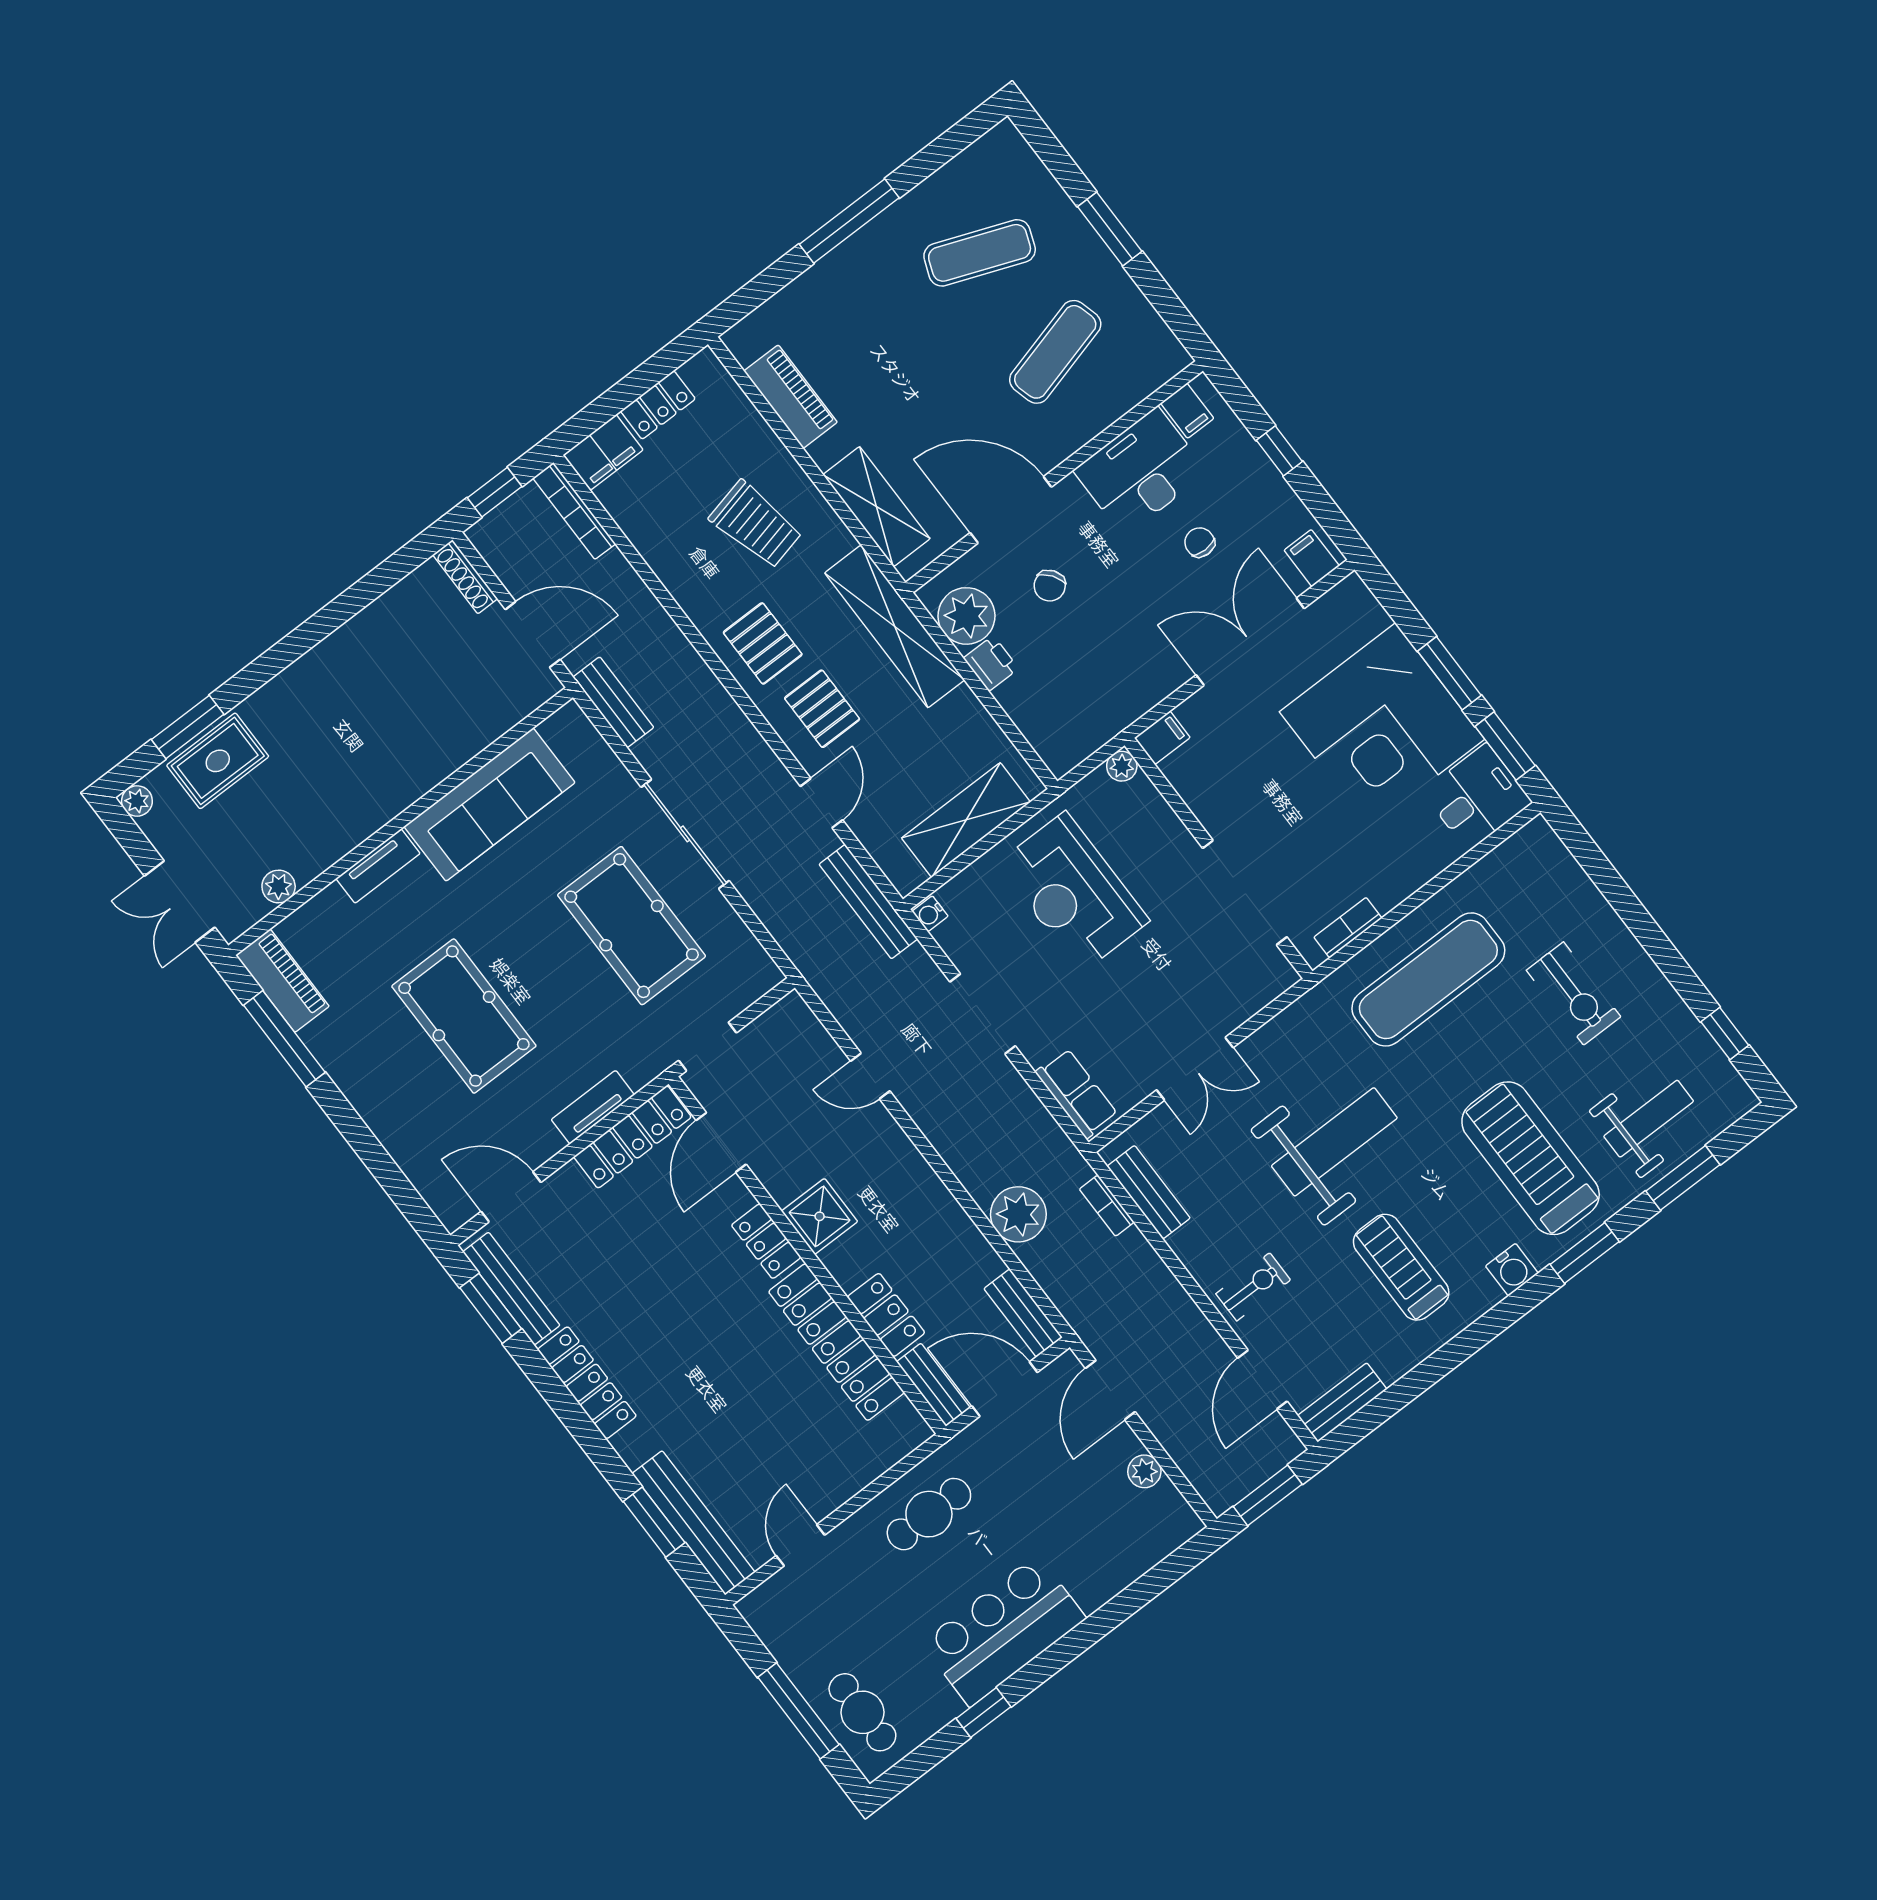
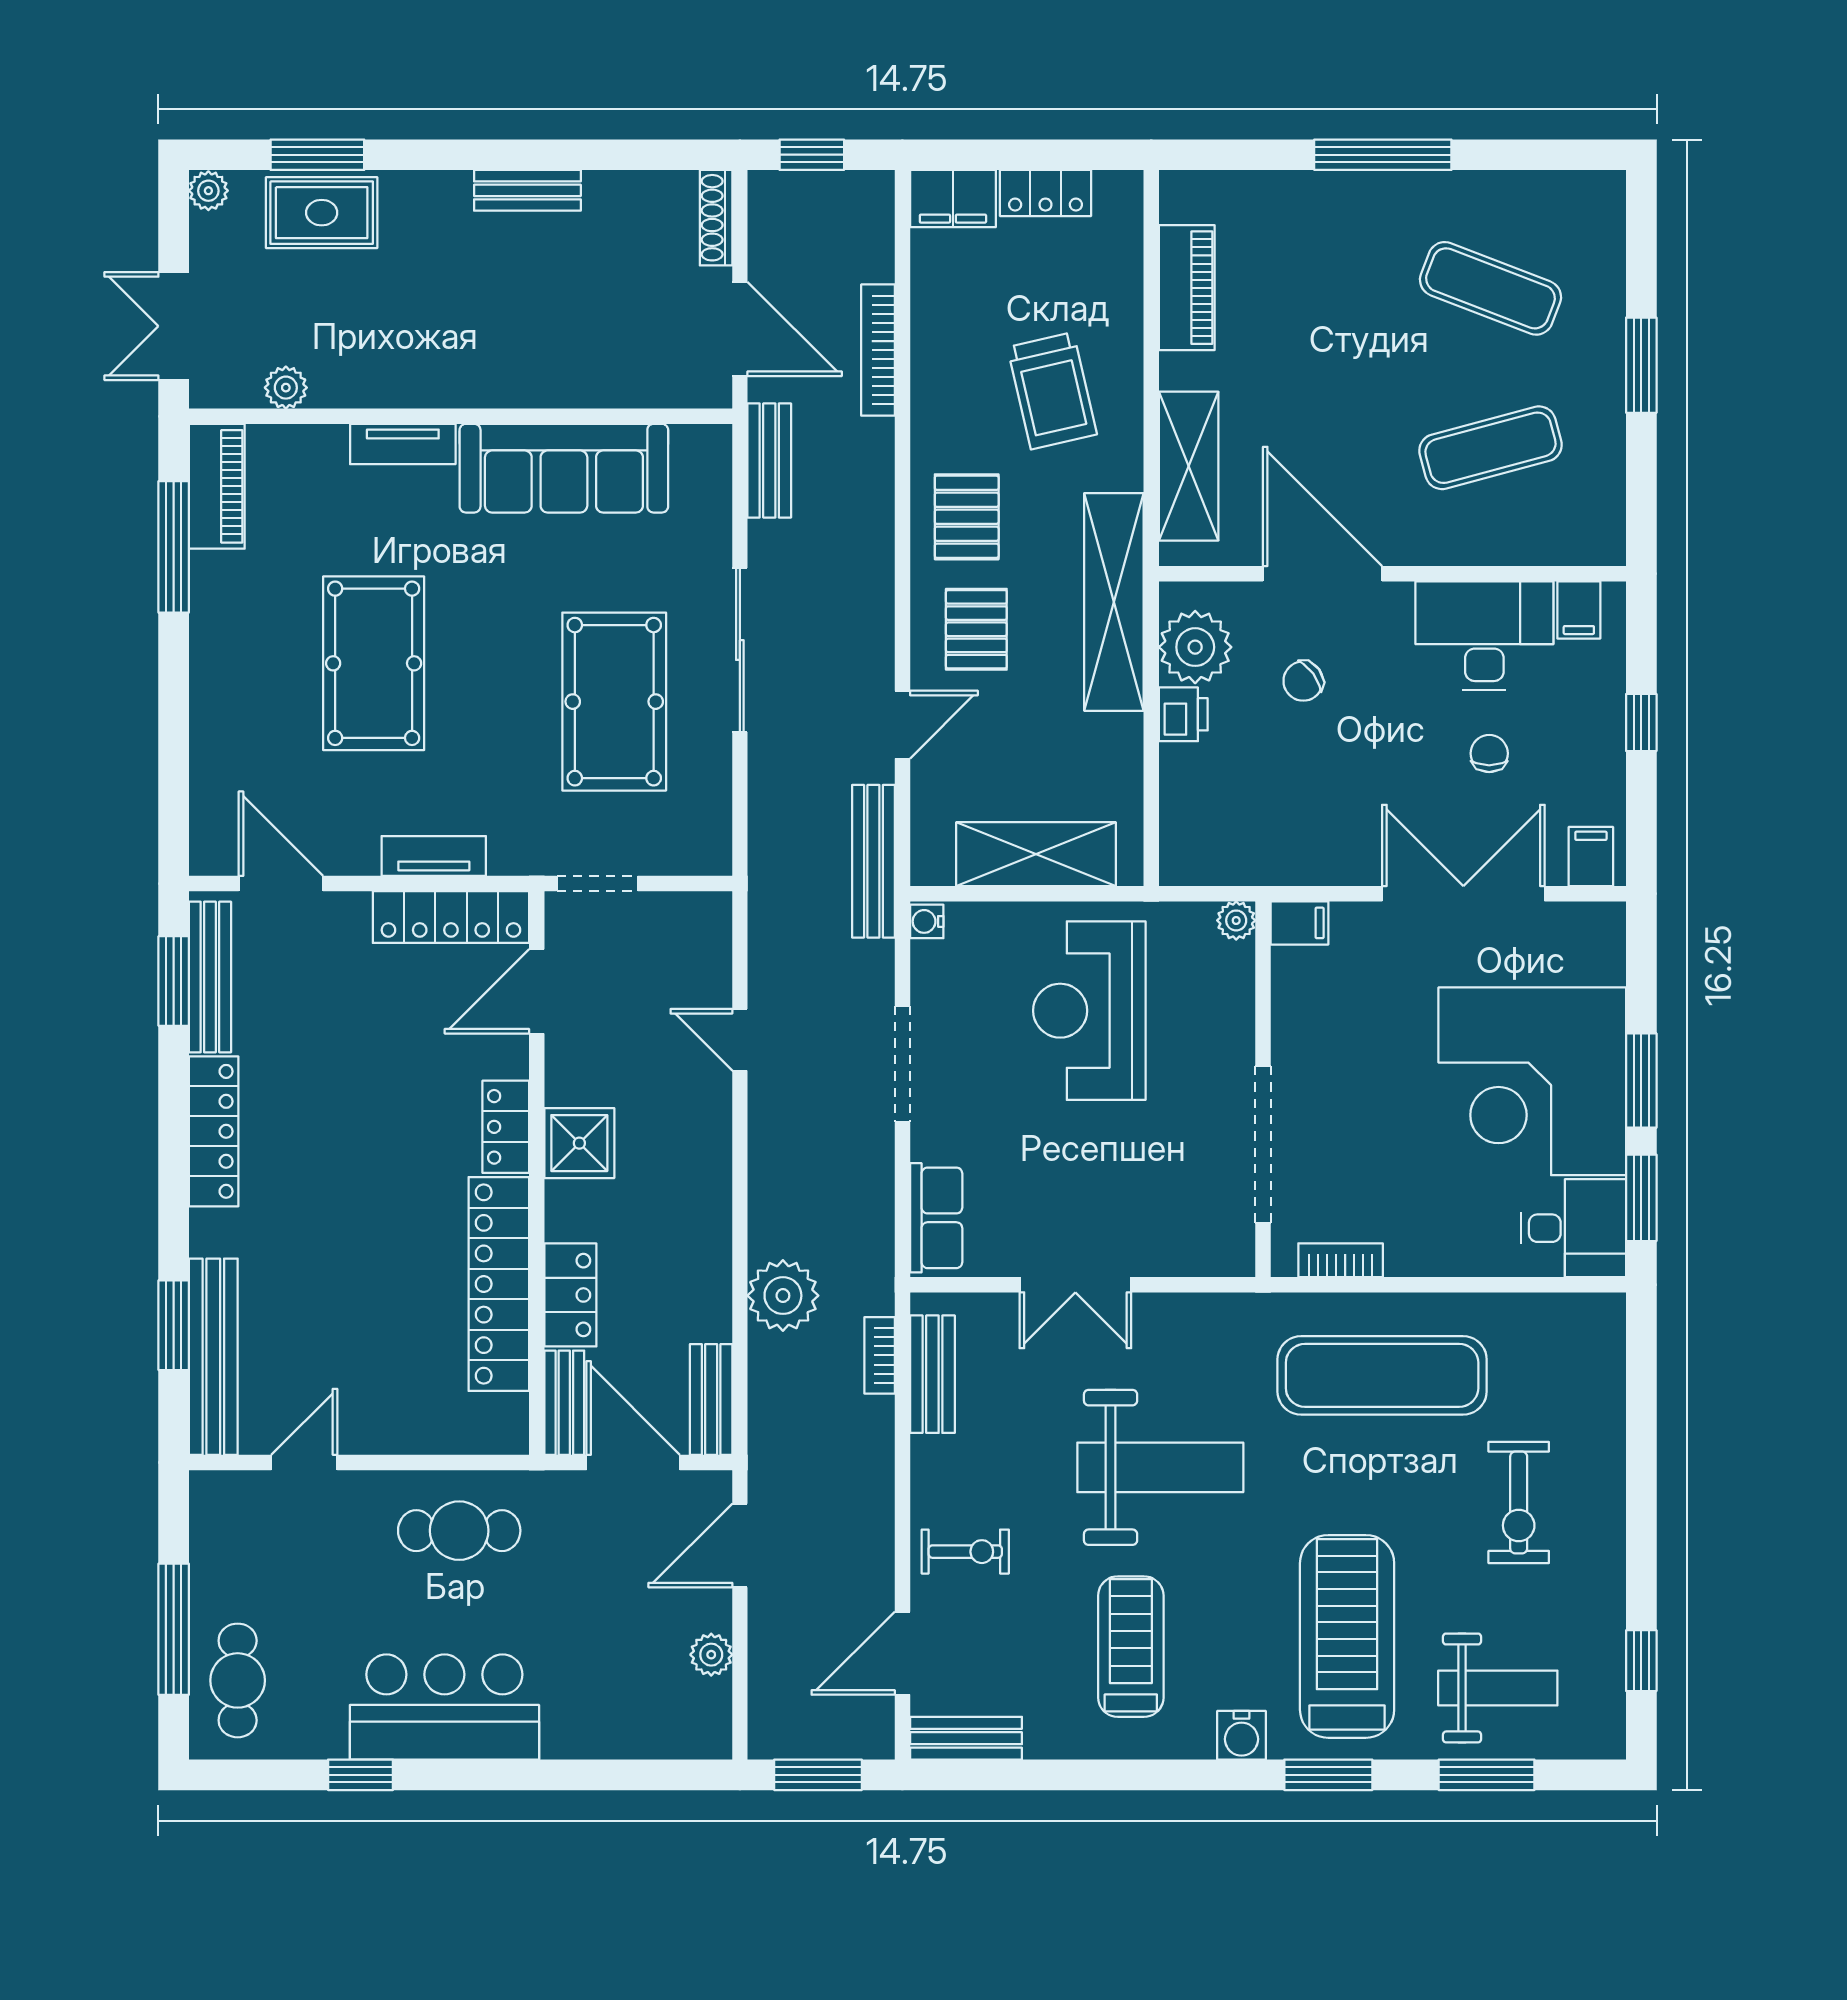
bookcase: (574, 511) -> (878, 350), moved
bench: (335, 649) -> (527, 190), added

